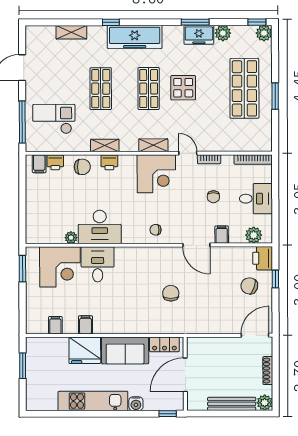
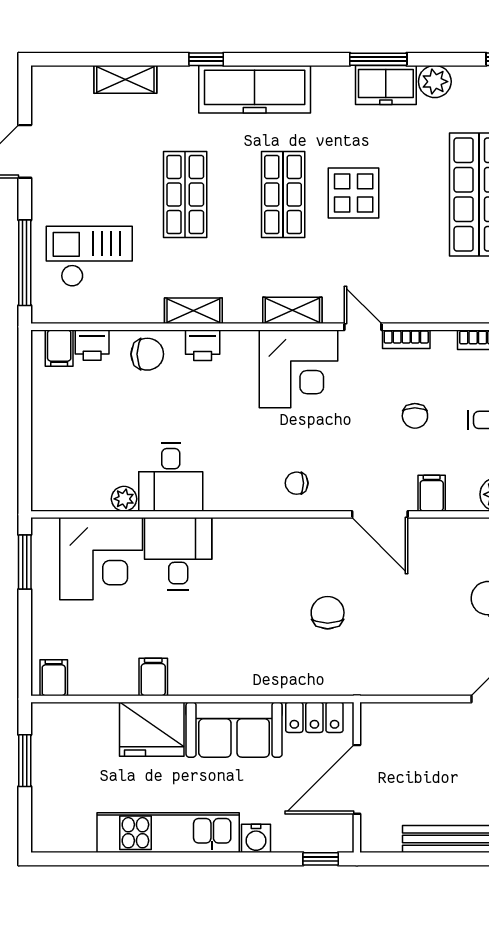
desk: (100, 227) -> (171, 477), width x0.73
filing cabinet: (55, 325) -> (54, 678), moved

